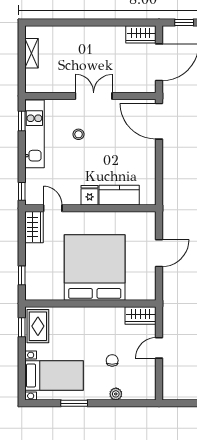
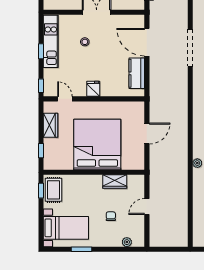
window: (22, 121) -> (41, 51), moved
door: (159, 121) -> (147, 42), moved
kitchen counter: (119, 195) -> (137, 73), moved, turned -90
wardrobe: (34, 227) -> (50, 125), moved
wardrobe: (141, 315) -> (115, 182), moved
plant: (116, 394) -> (127, 242), moved

